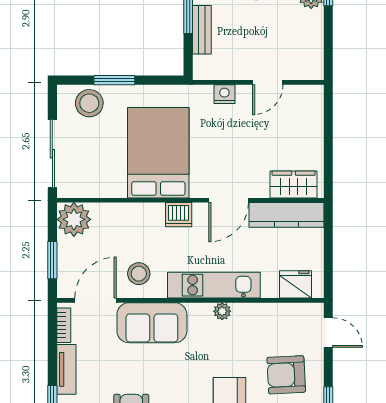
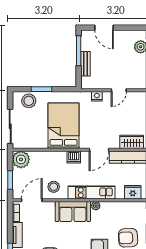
sofa: (152, 323) -> (73, 212), moved

